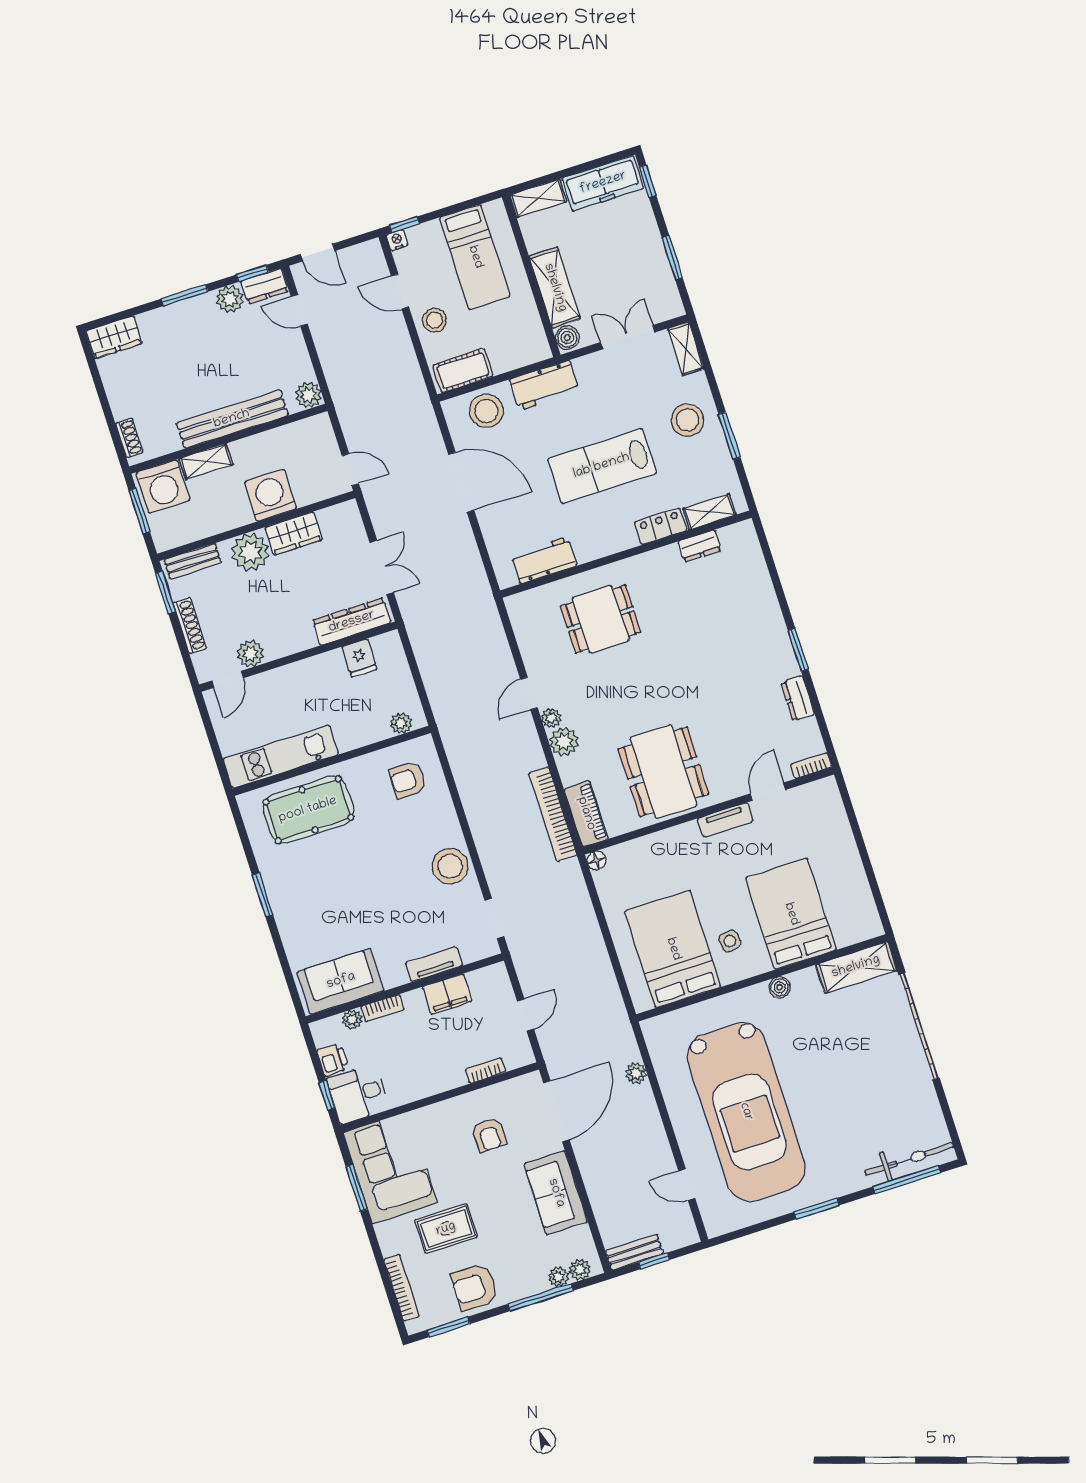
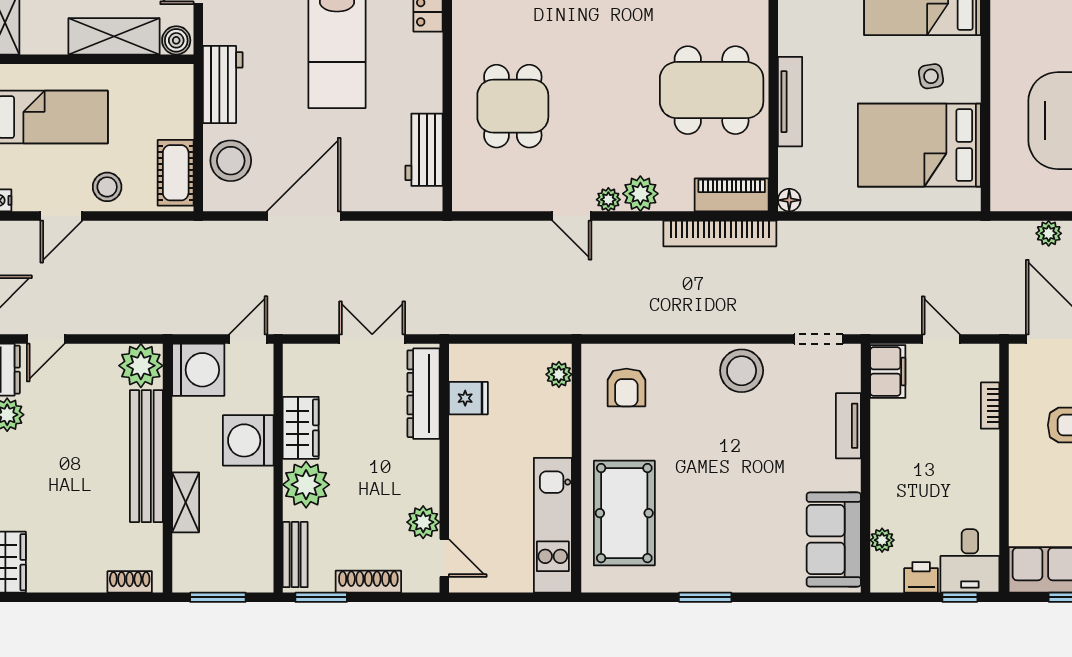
plant: (308, 395) -> (141, 366), width x1.36, depth x1.36
washing machine: (163, 486) -> (198, 370), moved
tv unit: (725, 820) -> (790, 102), moved, width x1.41
boiler: (780, 987) -> (1003, 36), removed
filing cabinet: (447, 994) -> (888, 371), moved
bookcase: (383, 1008) -> (880, 501), removed

